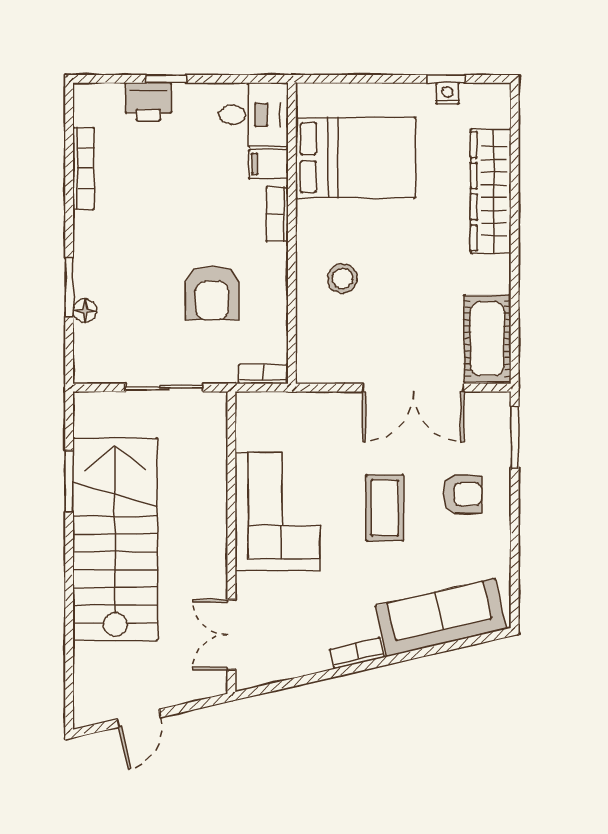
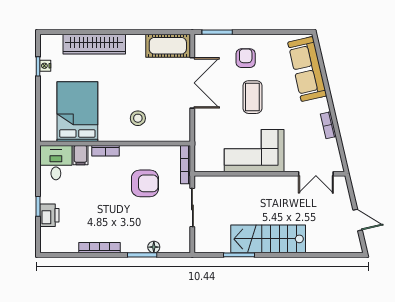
bookcase: (83, 168) -> (100, 248), moved
bookcase: (263, 374) -> (185, 165), width x1.56
coffee table: (385, 508) -> (252, 97), turned 90
stairs: (115, 539) -> (268, 239), width x0.73, depth x0.66
bookcase: (357, 653) -> (328, 125), moved

